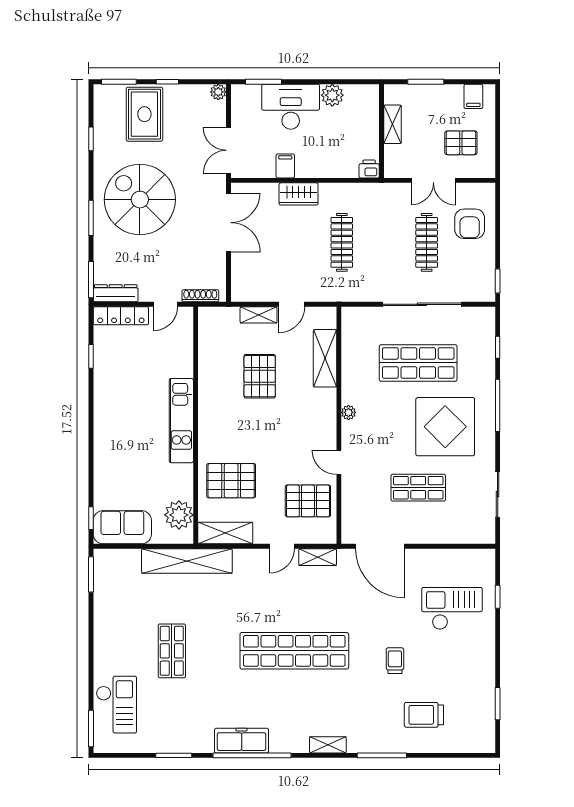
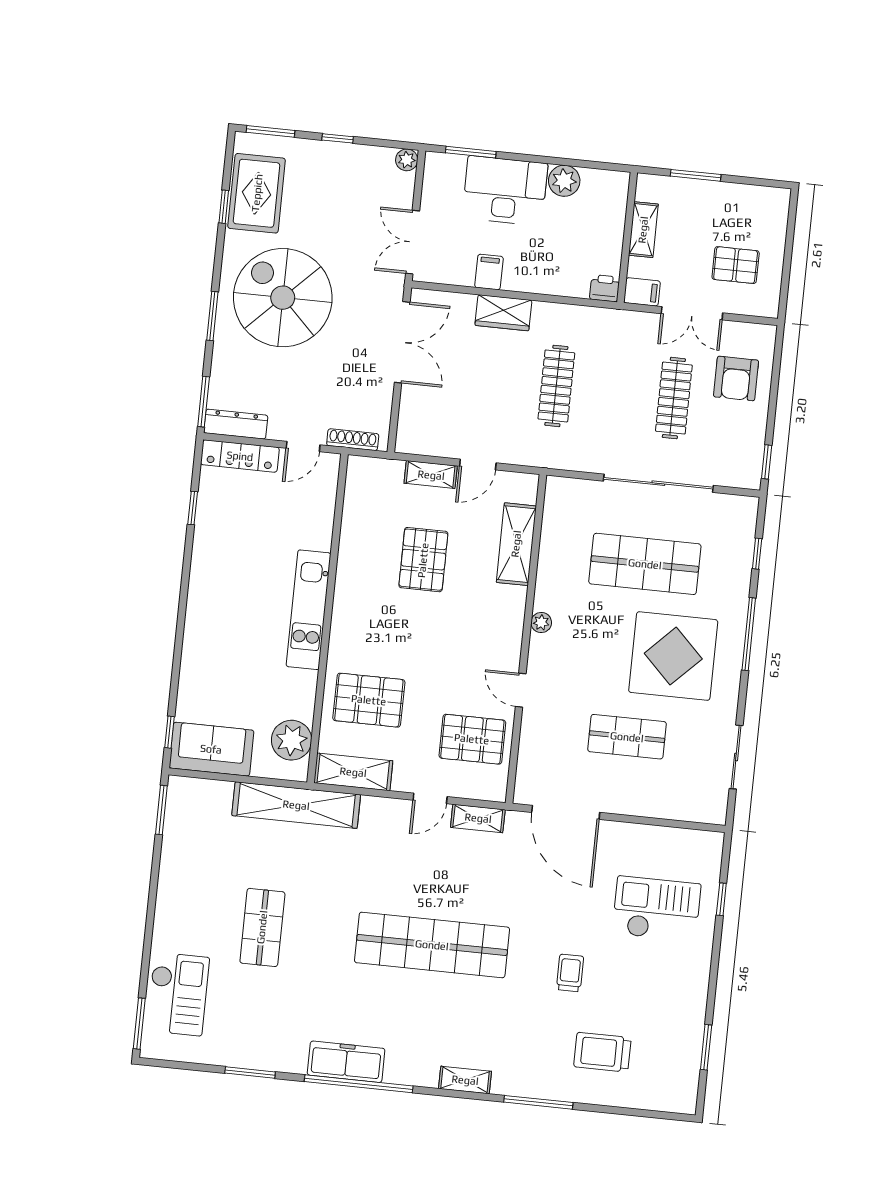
filing cabinet: (473, 96) -> (642, 292), moved, turned -90
rug: (144, 114) -> (257, 193), moved

